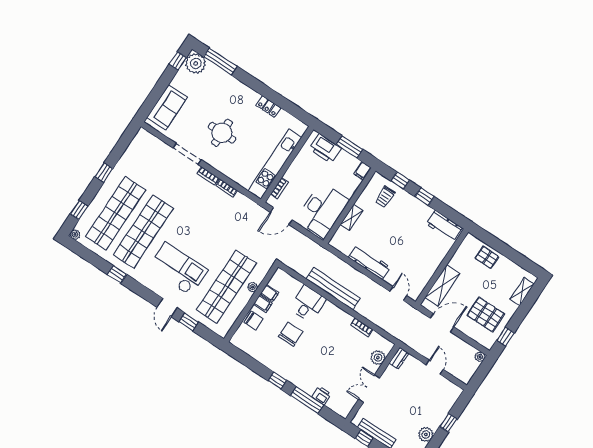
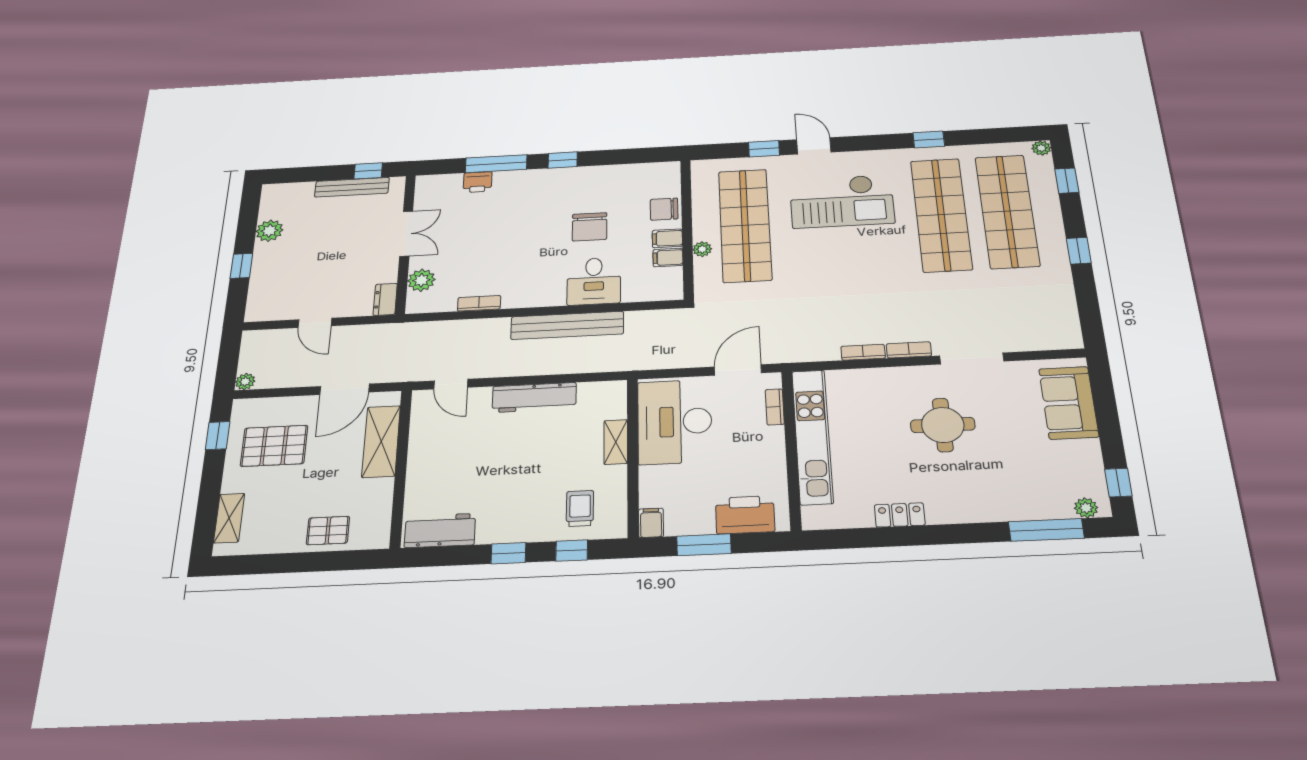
plant: (196, 63) -> (1086, 508), width x0.53, depth x0.53

